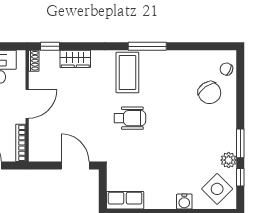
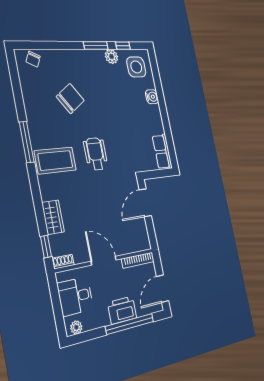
chair: (210, 93) -> (70, 99), moved
side table: (217, 189) -> (136, 67), turned 45

